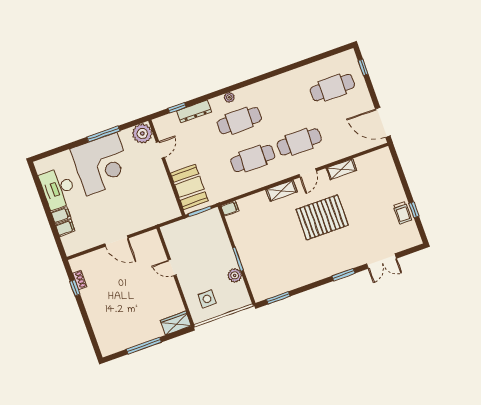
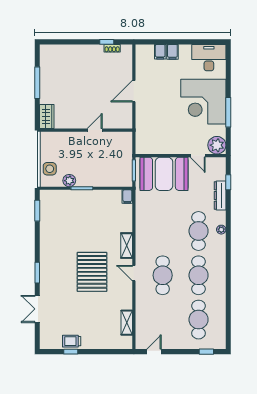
door: (383, 122) -> (154, 352), width x0.53
cafe table: (253, 158) -> (199, 275), moved
shelving: (341, 169) -> (127, 323), moved
booth: (189, 187) -> (164, 174), width x1.36, depth x1.42
desk: (58, 188) -> (209, 58), moved
side table: (207, 299) -> (50, 169), moved

